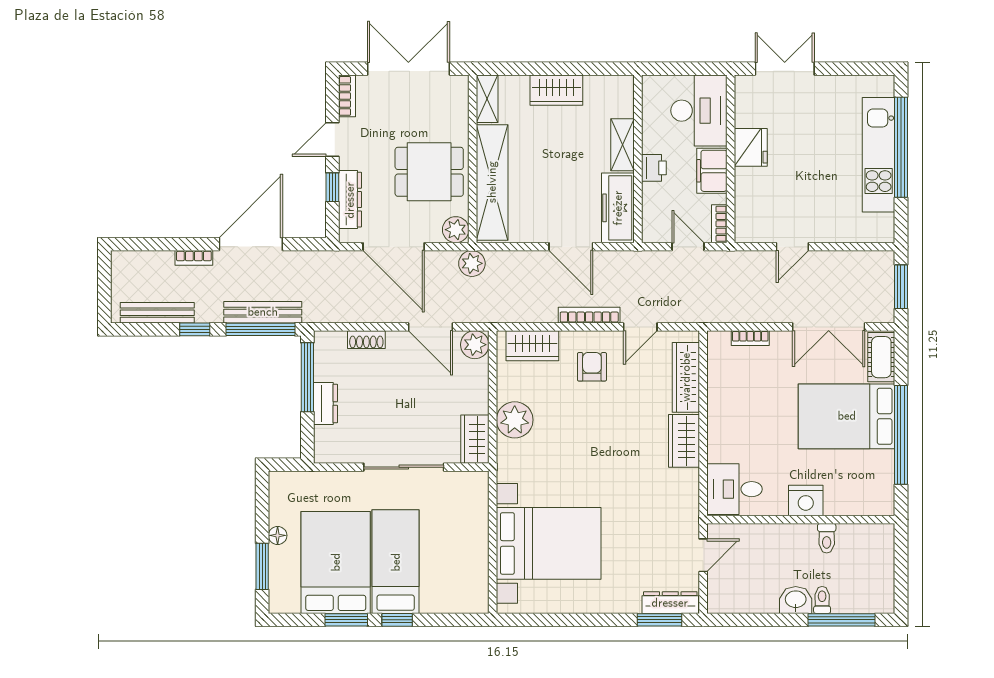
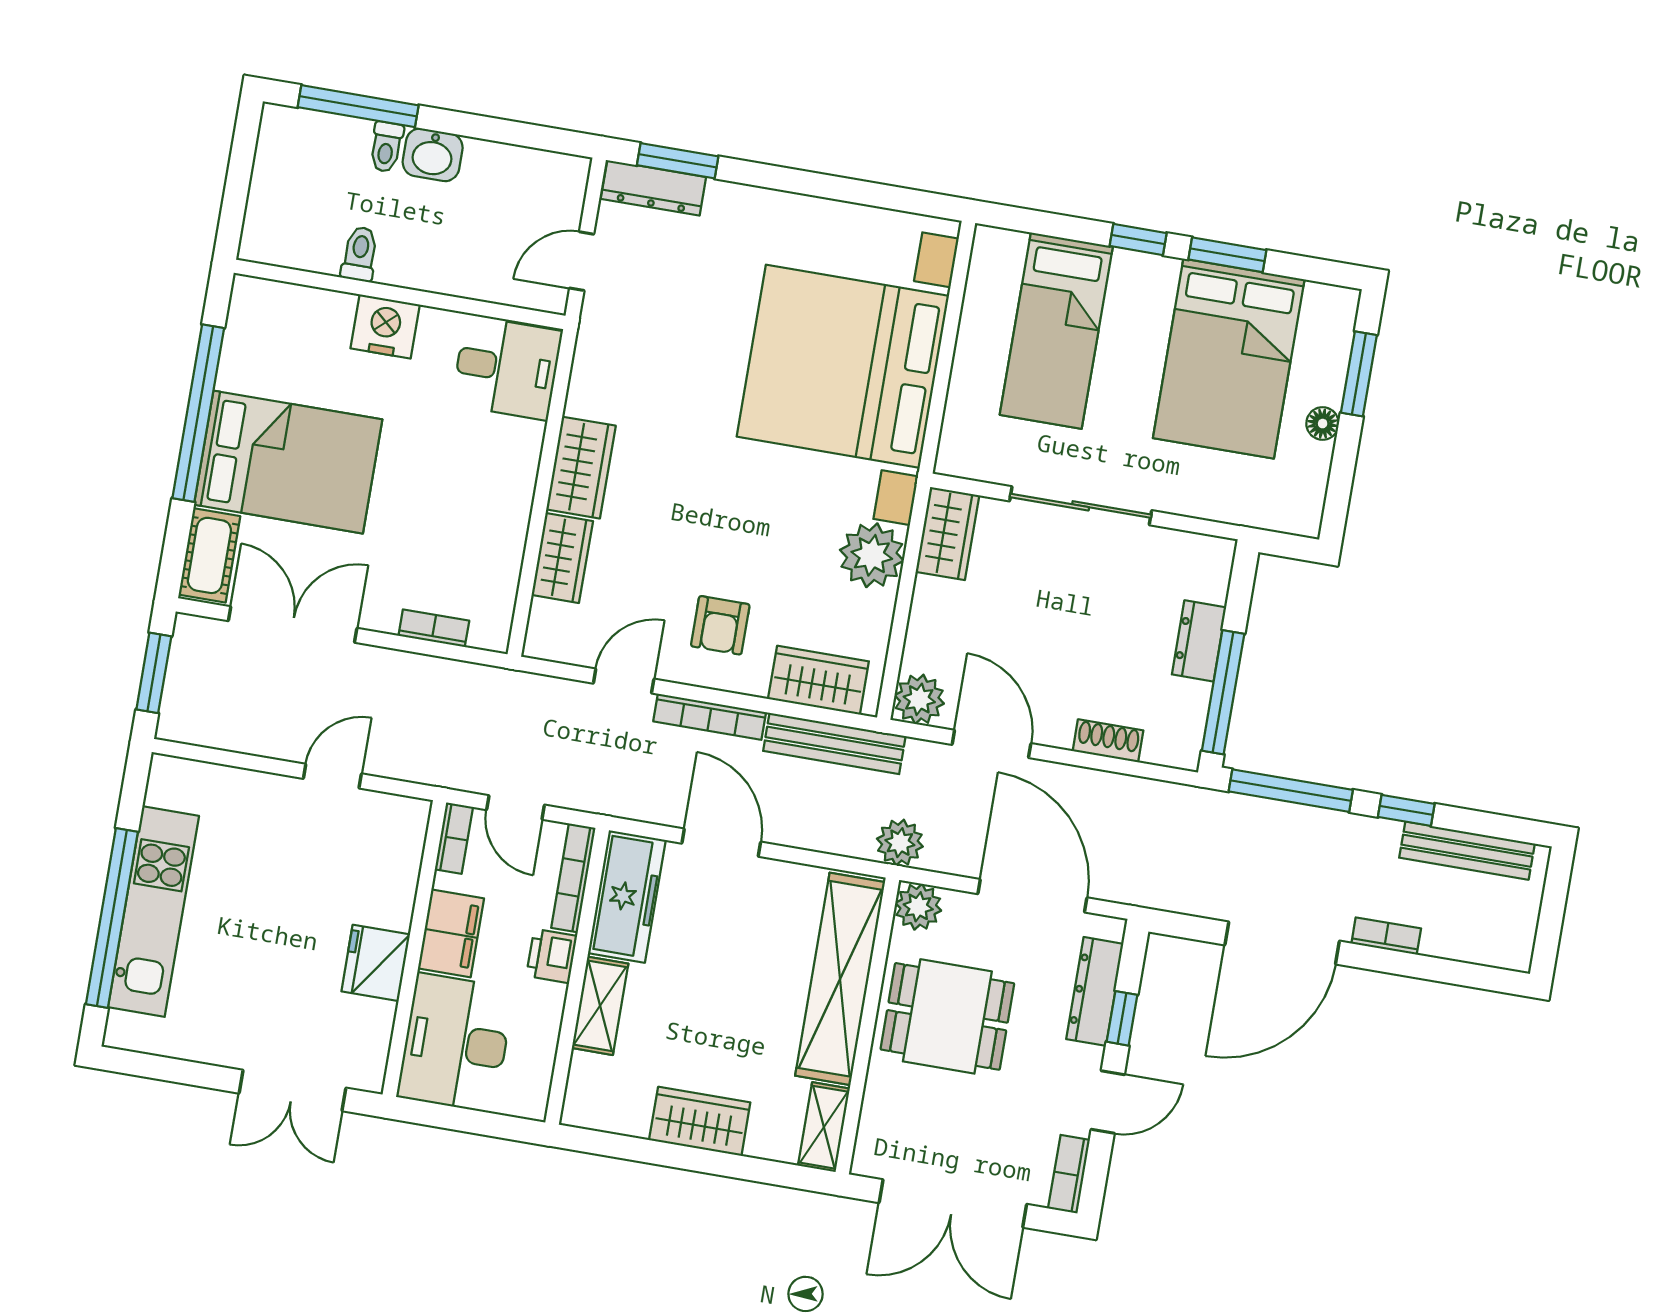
bookcase: (649, 213) -> (573, 878), added
bench: (263, 312) -> (834, 744), moved
wardrobe: (686, 377) -> (562, 558), width x0.67
bed with nightstands: (549, 543) -> (843, 366), width x1.36
bed: (396, 562) -> (1056, 331), moved

